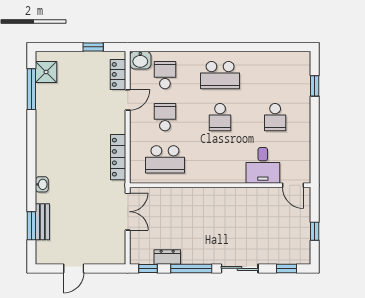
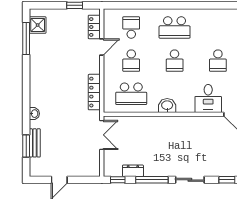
washbasin: (140, 60) -> (167, 106), moved, turned 180
school desk: (165, 117) -> (131, 61), turned 180

